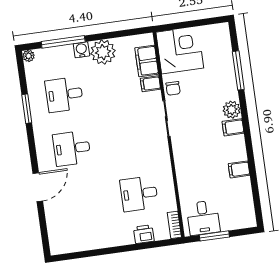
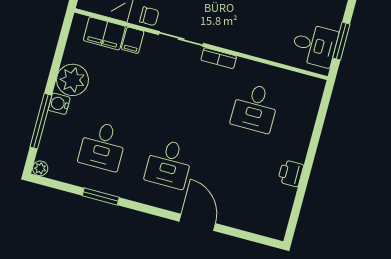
bookcase: (174, 225) -> (219, 58), moved
printer: (144, 234) -> (291, 173), moved

